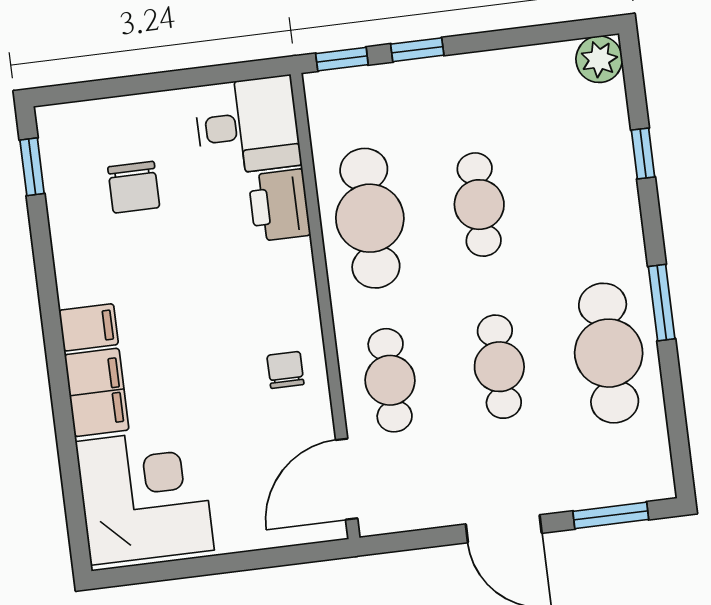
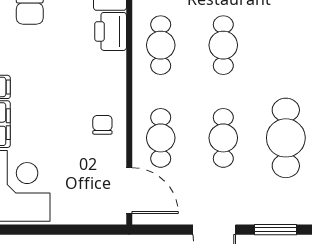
cafe table: (370, 218) -> (161, 45), width x0.73, depth x0.74
door: (347, 479) -> (129, 191), swing flipped

